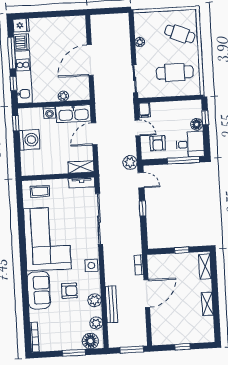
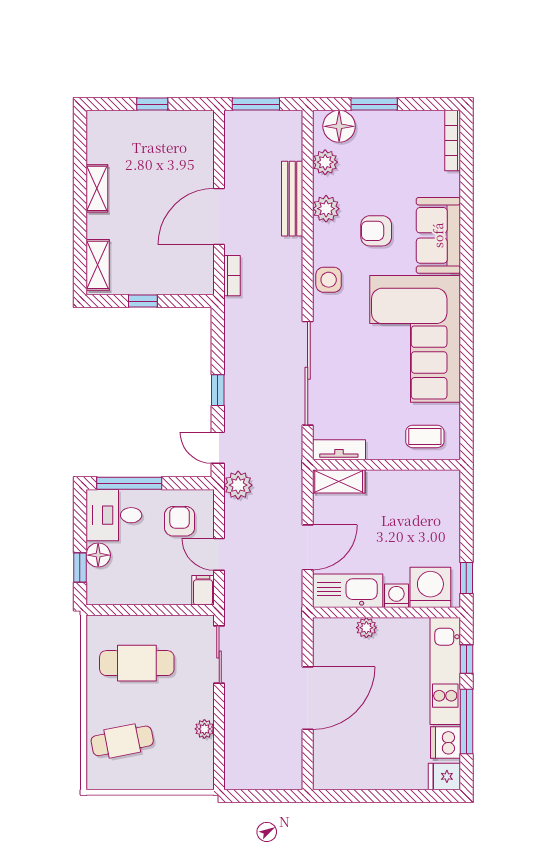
cafe table: (180, 34) -> (122, 741), turned -33
washing machine: (29, 140) -> (430, 587), moved, turned 90

